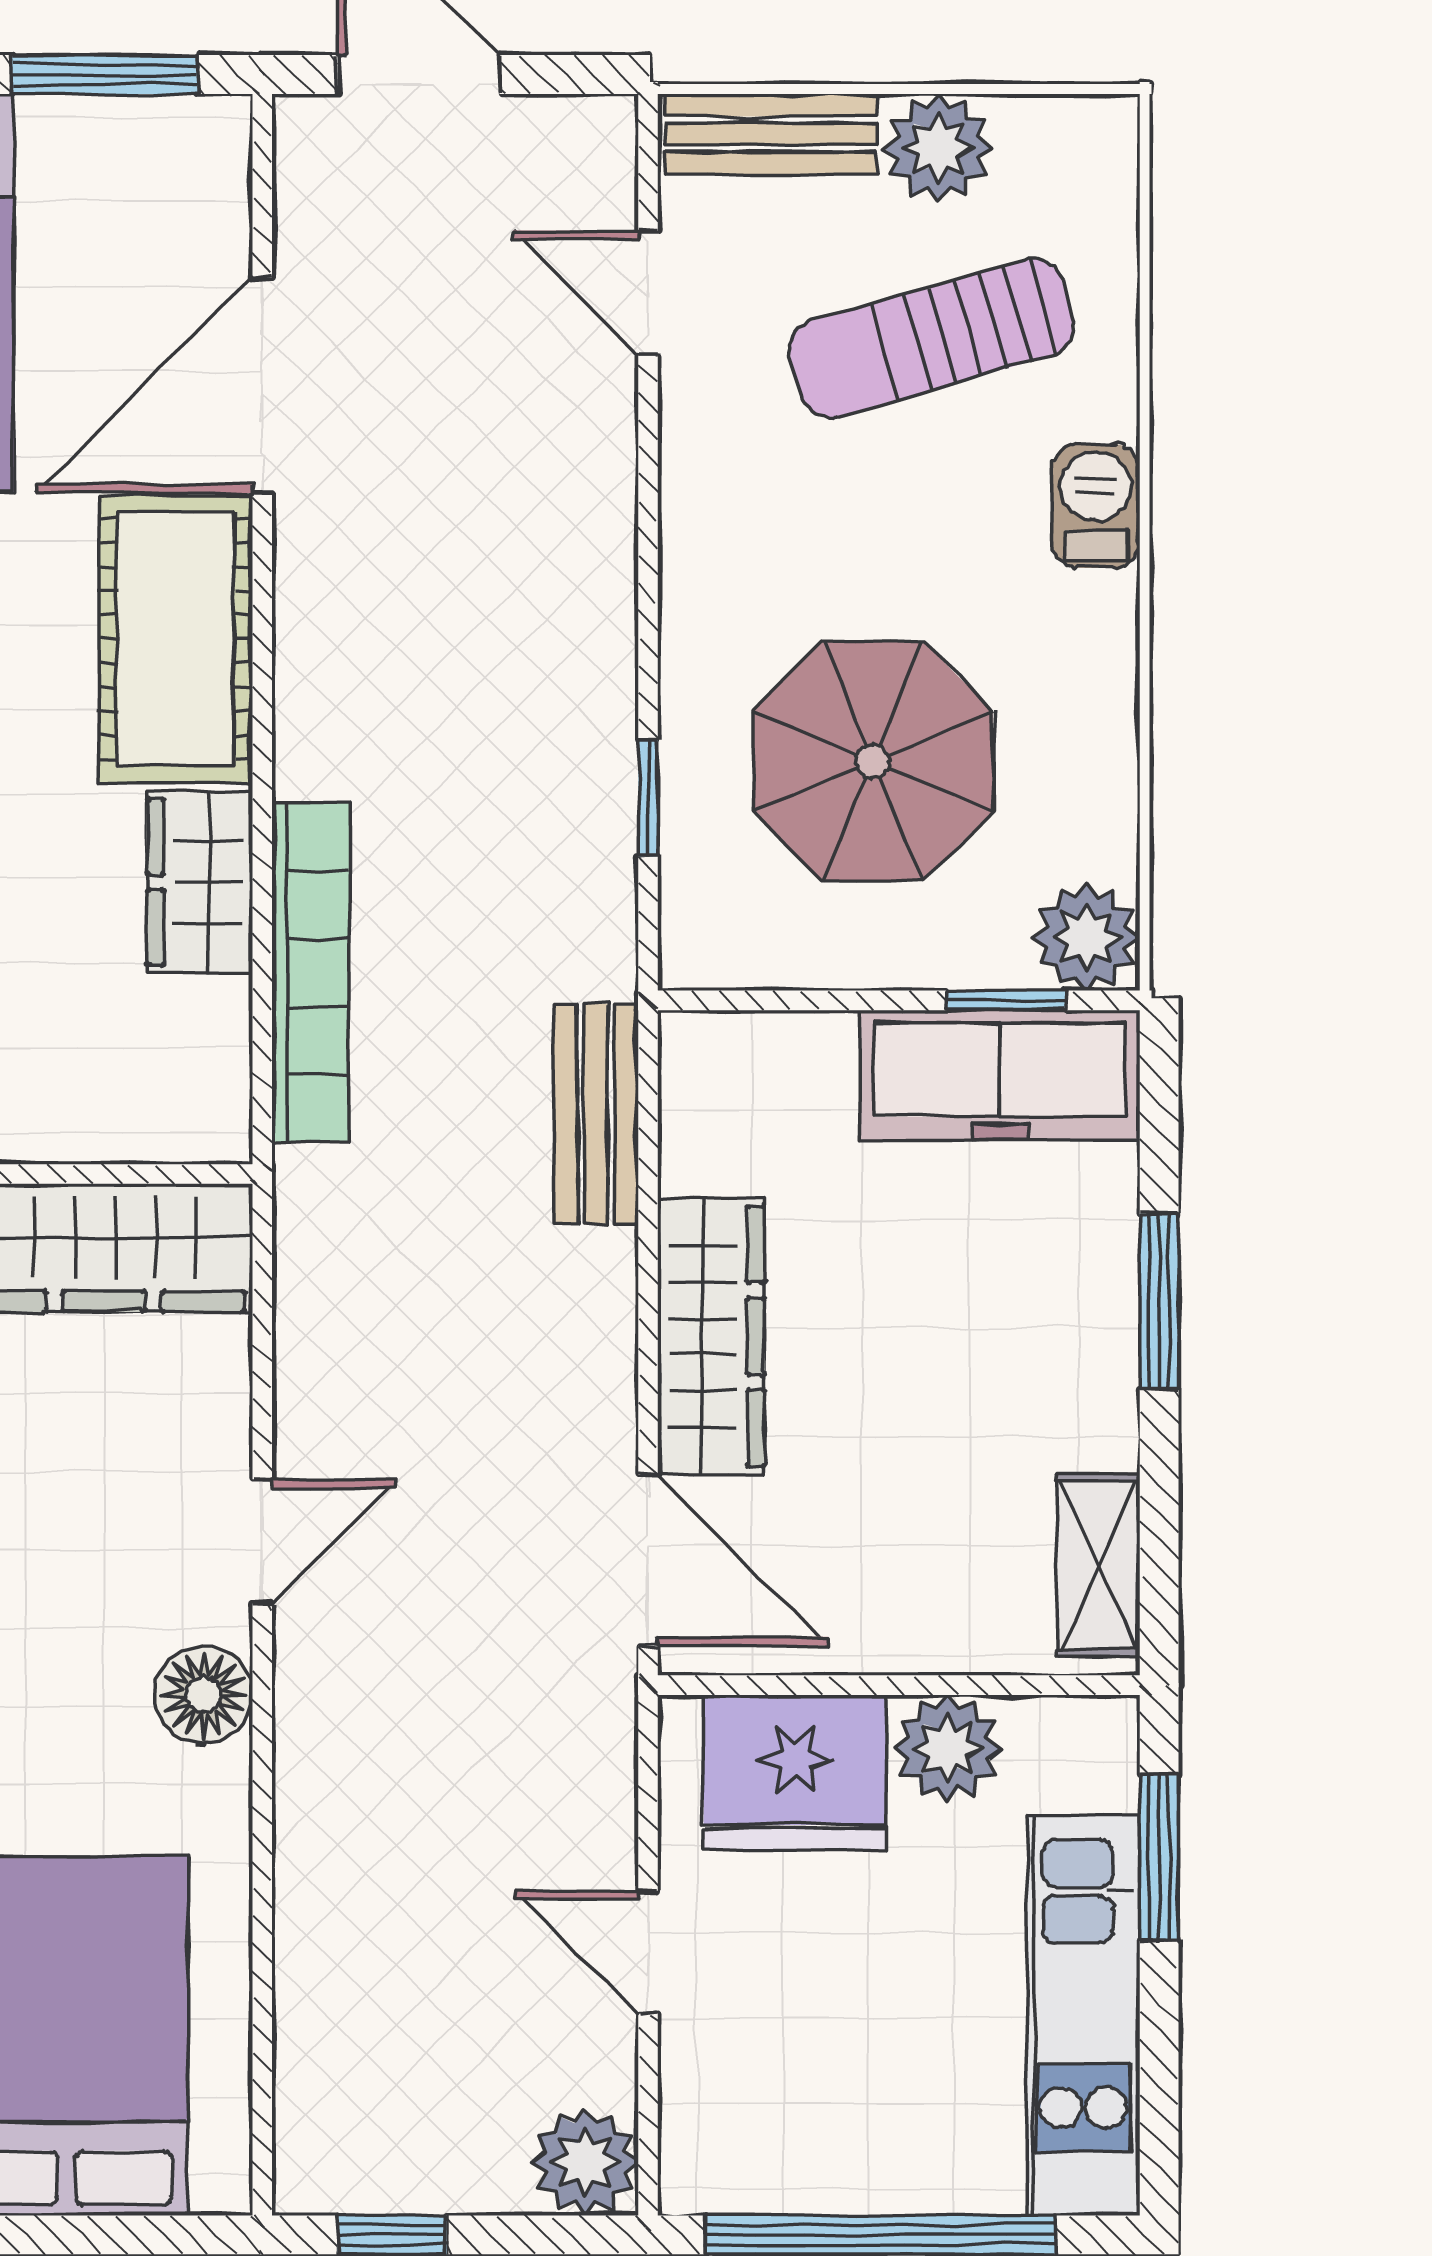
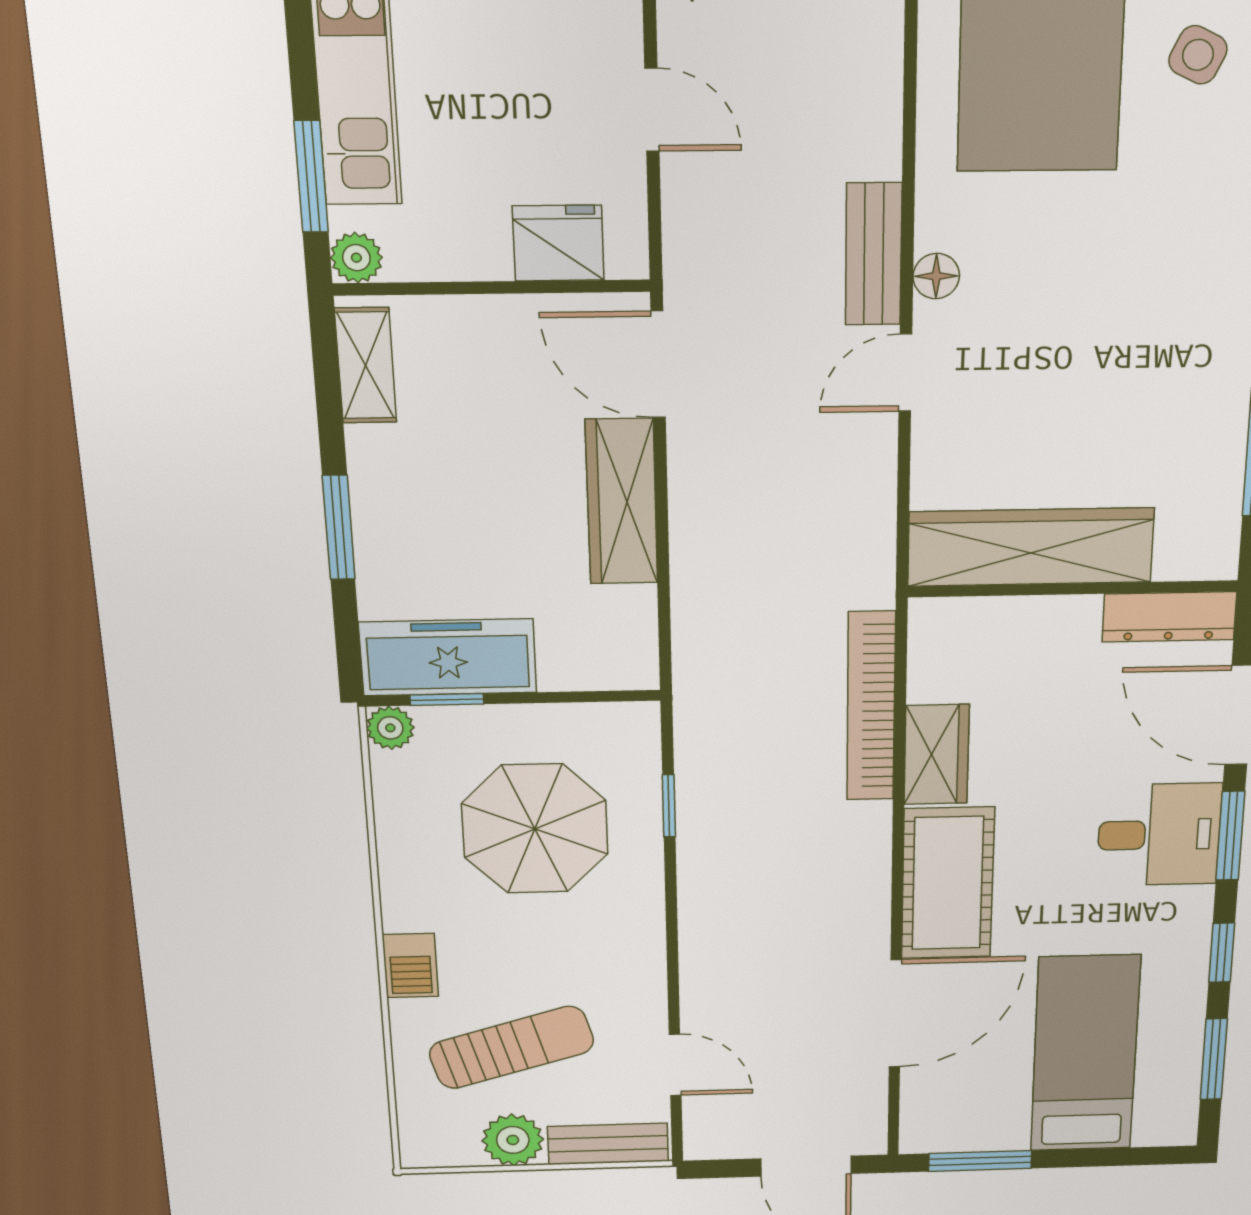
plant: (1086, 937) -> (390, 728), width x0.73, depth x0.73
bench: (596, 1114) -> (874, 254), moved
floor lamp: (204, 1695) -> (936, 276), width x0.73, depth x0.73
plant: (948, 1748) -> (356, 258), moved, width x0.73, depth x0.73
fridge: (795, 1772) -> (558, 243), width x0.73, depth x0.75

